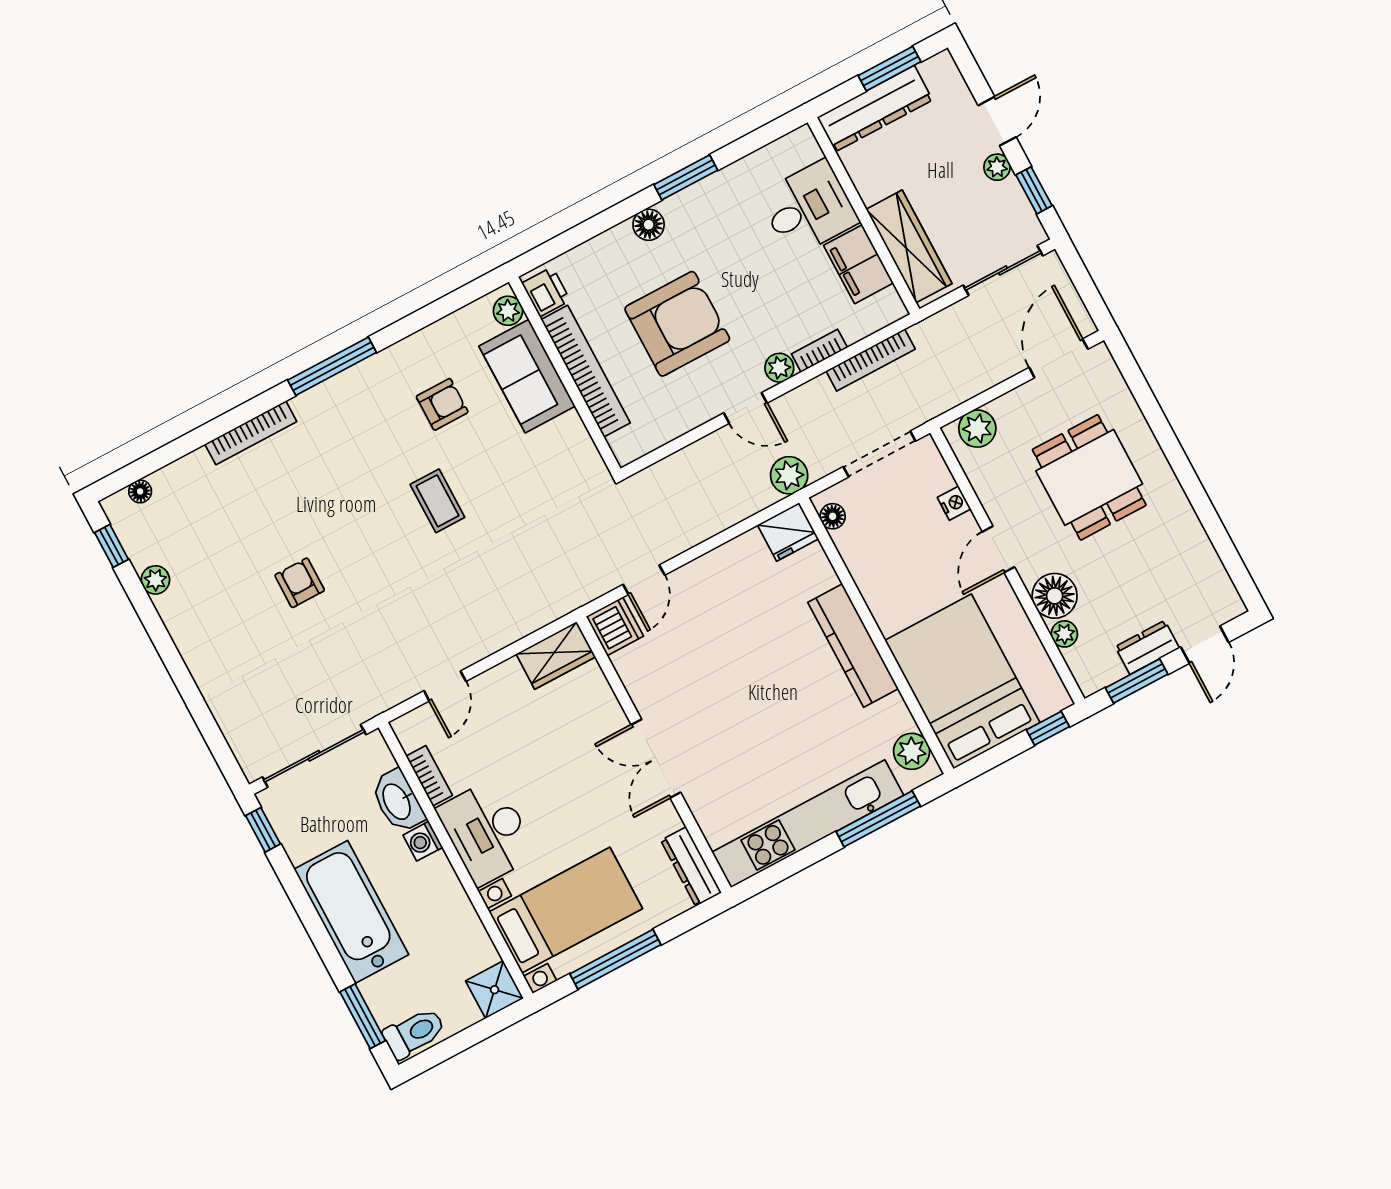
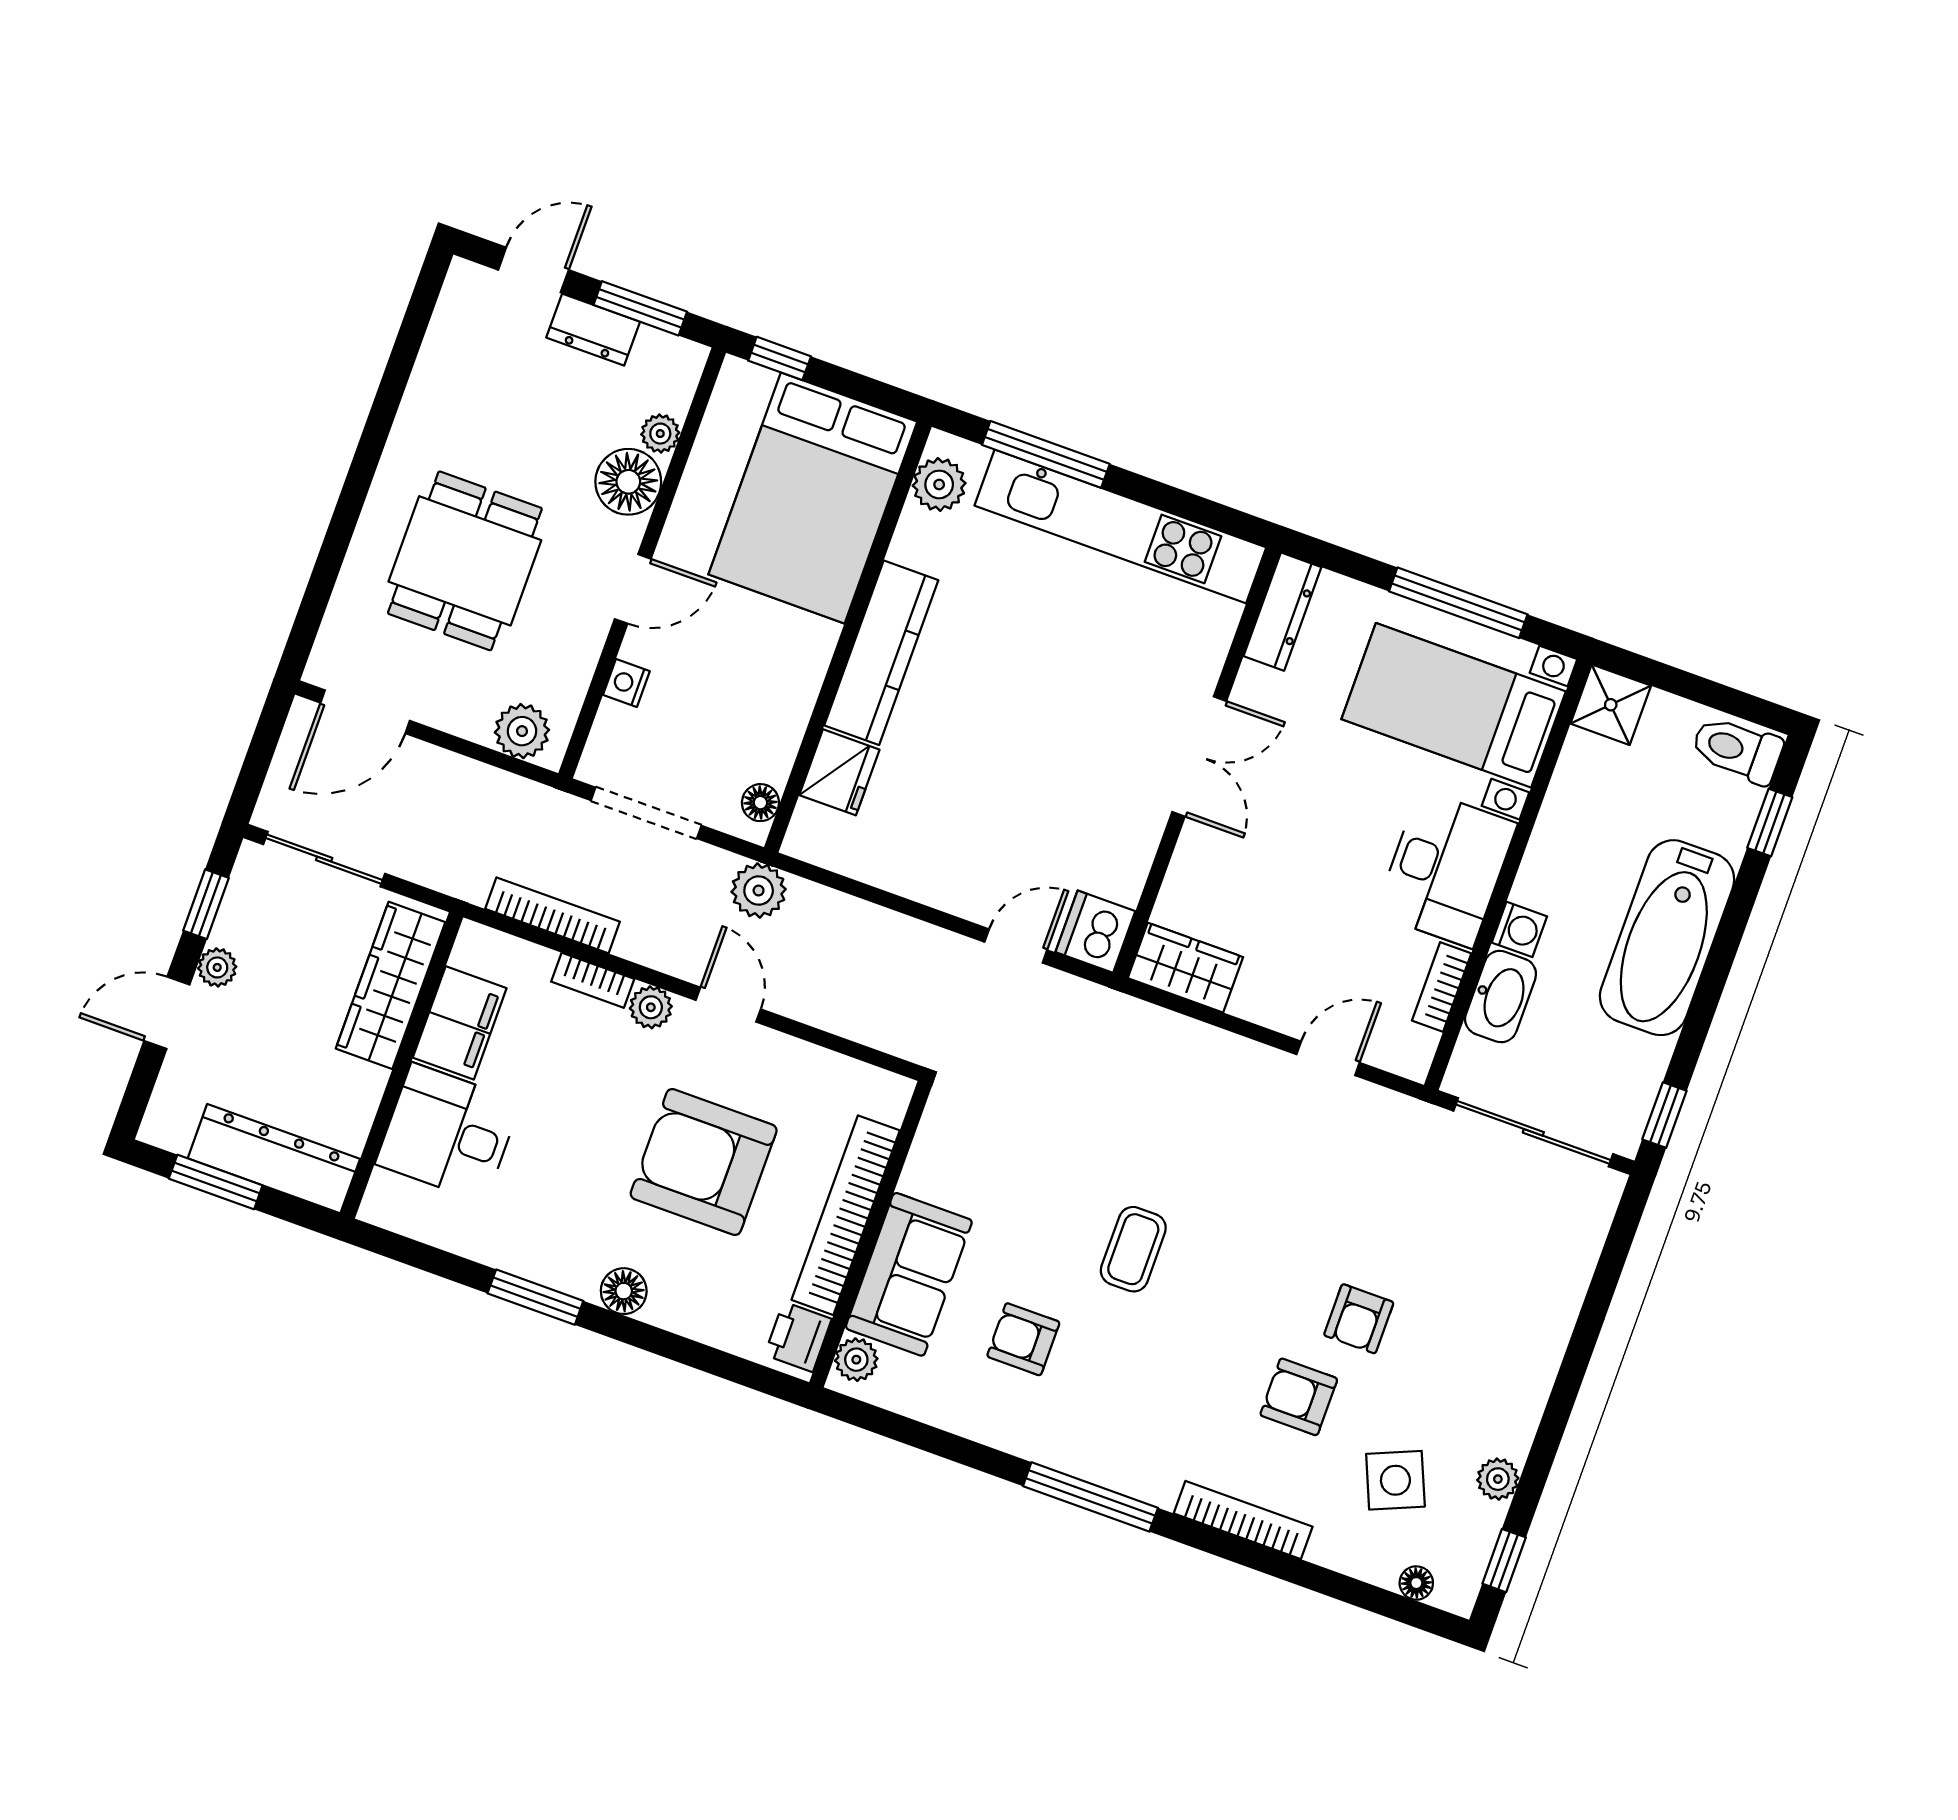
armchair: (288, 517) -> (1299, 1397), added
side table: (201, 528) -> (1395, 1480), added
fridge: (788, 532) -> (839, 772), moved, turned 90
window: (363, 1016) -> (1770, 823), width x0.67

